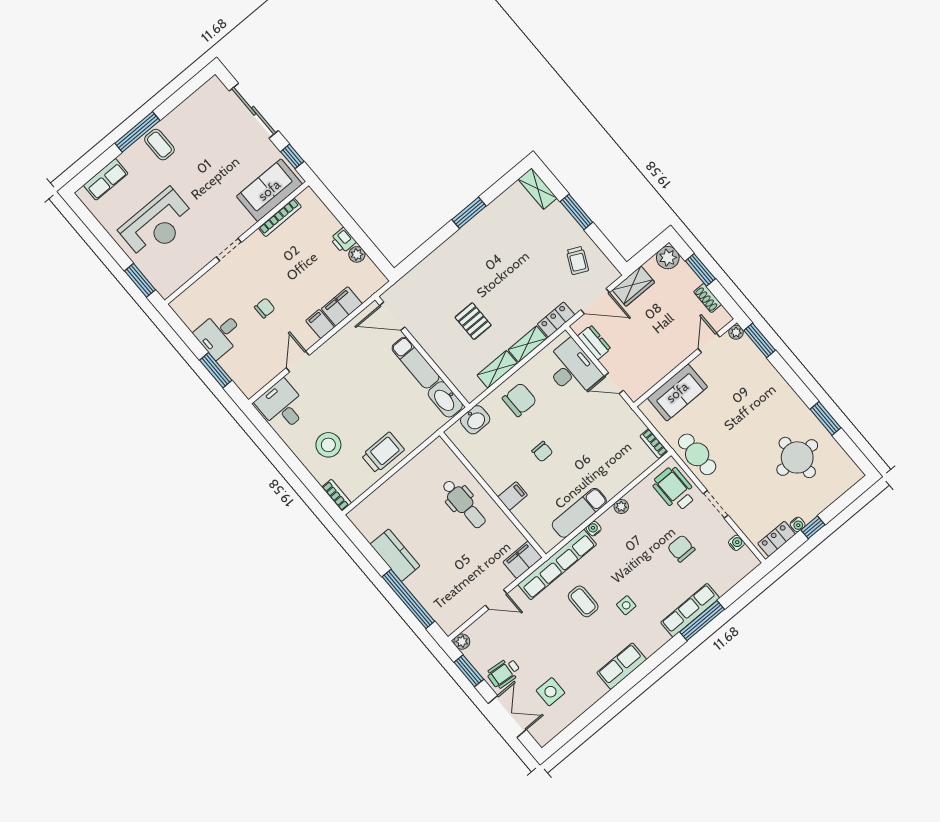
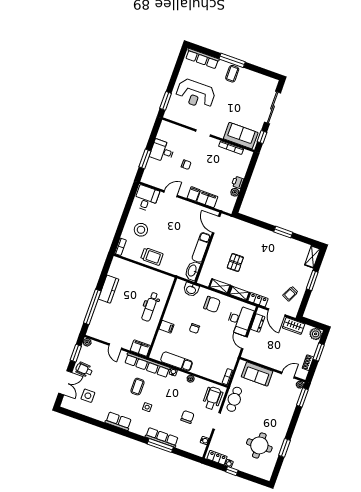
row of seats: (106, 179) -> (202, 59), width x1.48

